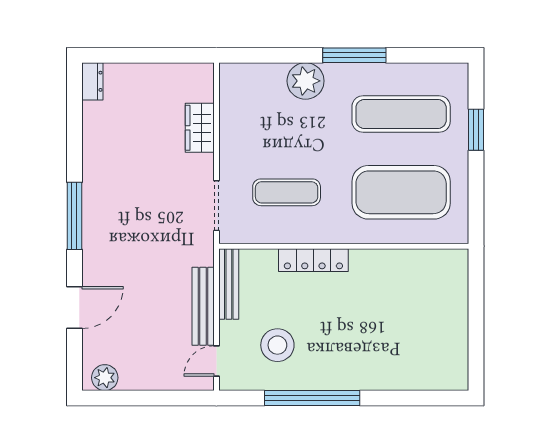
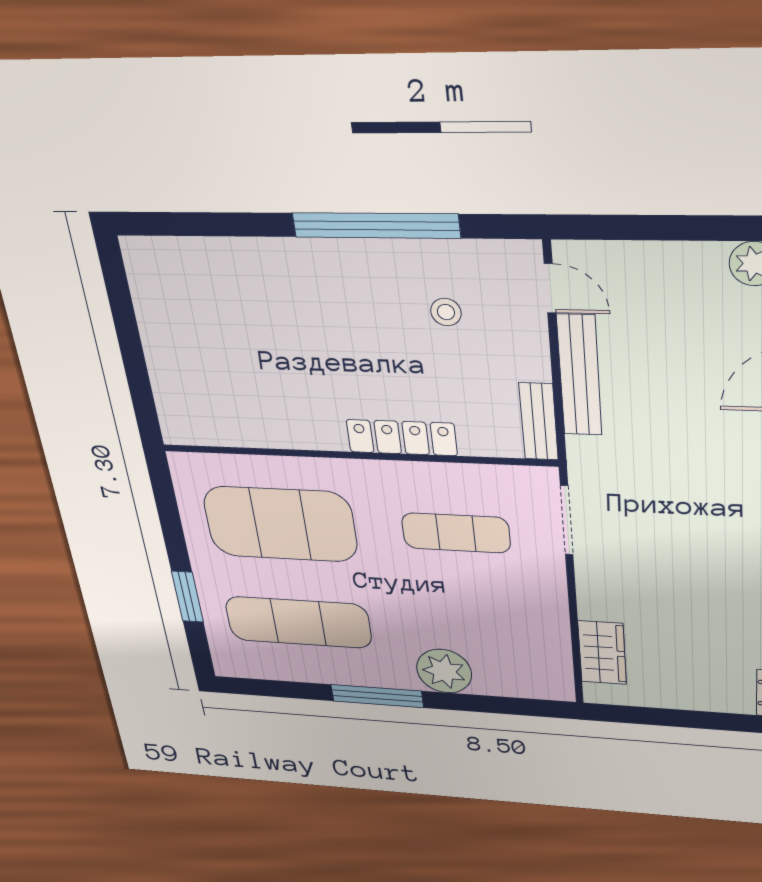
wardrobe: (200, 128) -> (602, 653), moved
bench: (229, 284) -> (539, 422), width x0.73
stool: (277, 345) -> (446, 312), width x0.53, depth x0.53
door: (216, 361) -> (550, 288), hinge flipped

